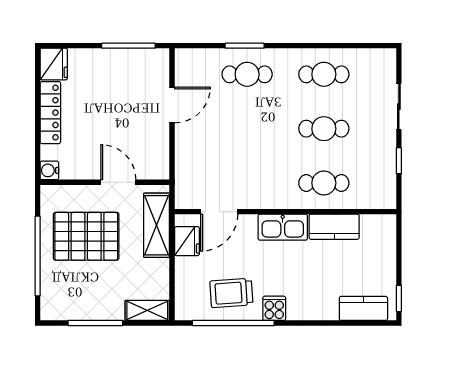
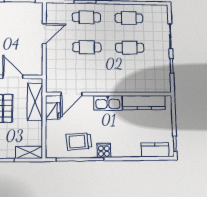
cafe table: (324, 183) -> (87, 47), moved
kitchen counter: (334, 227) -> (144, 103), width x1.50

